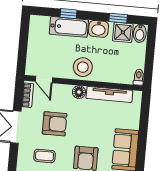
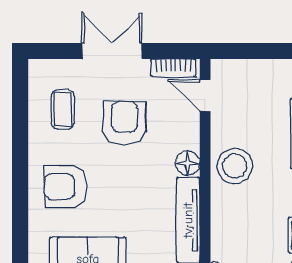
door: (44, 80) -> (205, 95), hinge flipped
armchair: (55, 124) -> (124, 123), turned 180

